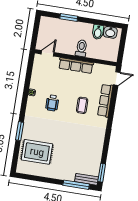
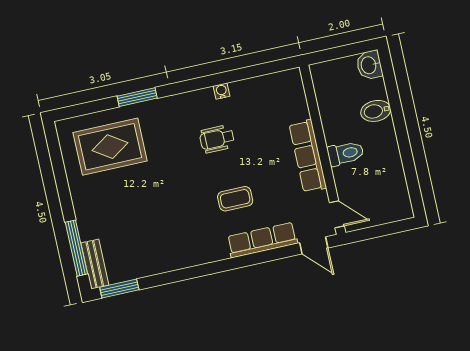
window: (69, 18) -> (395, 105), removed
bidet: (98, 32) -> (376, 111), moved
washbasin: (110, 32) -> (369, 65), moved
door: (48, 53) -> (337, 214), moved
rug: (37, 152) -> (110, 147), turned 90

